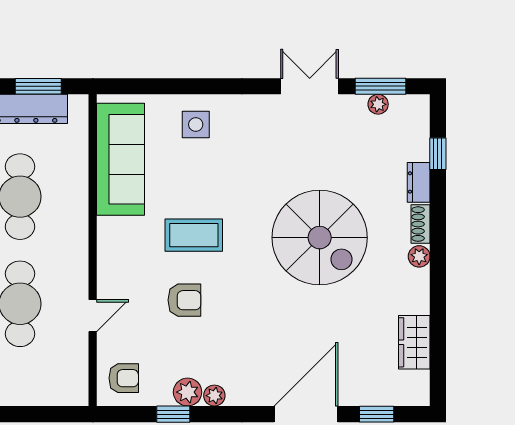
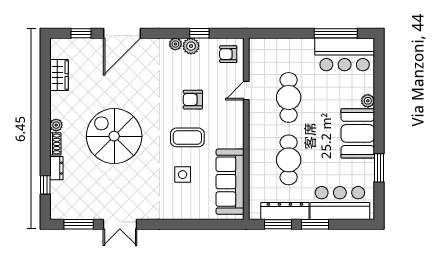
plant: (378, 104) -> (80, 214), removed
side table: (196, 124) -> (183, 175), moved

